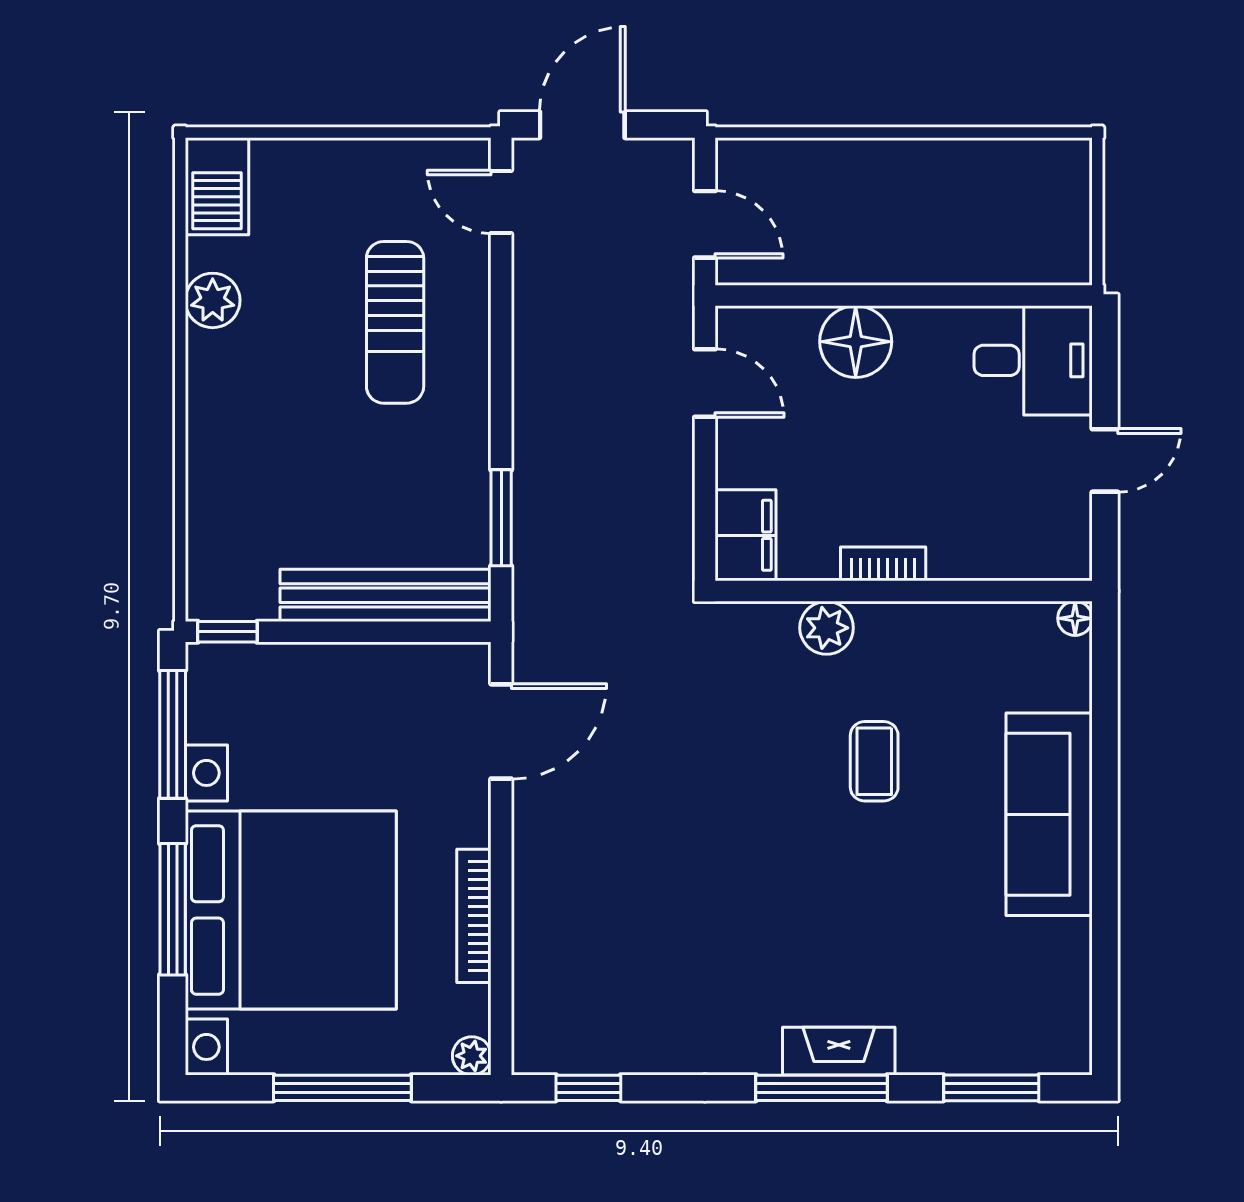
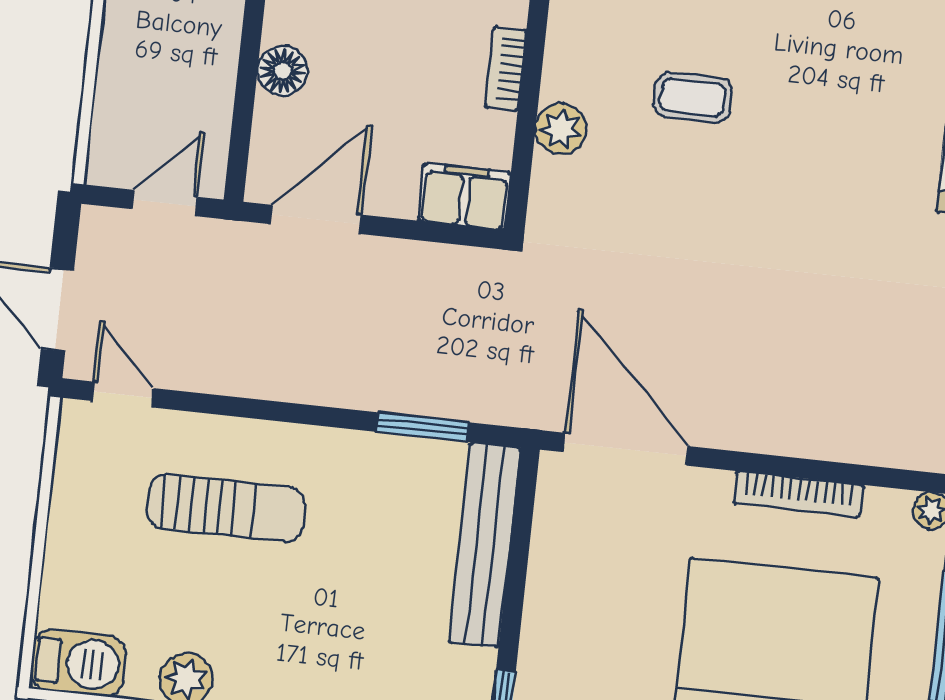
door: (501, 202) -> (122, 394), swing flipped
floor lamp: (856, 342) -> (282, 71), width x0.73, depth x0.73
door: (705, 383) -> (316, 219), width x1.38
door: (501, 731) -> (626, 449), width x1.36

